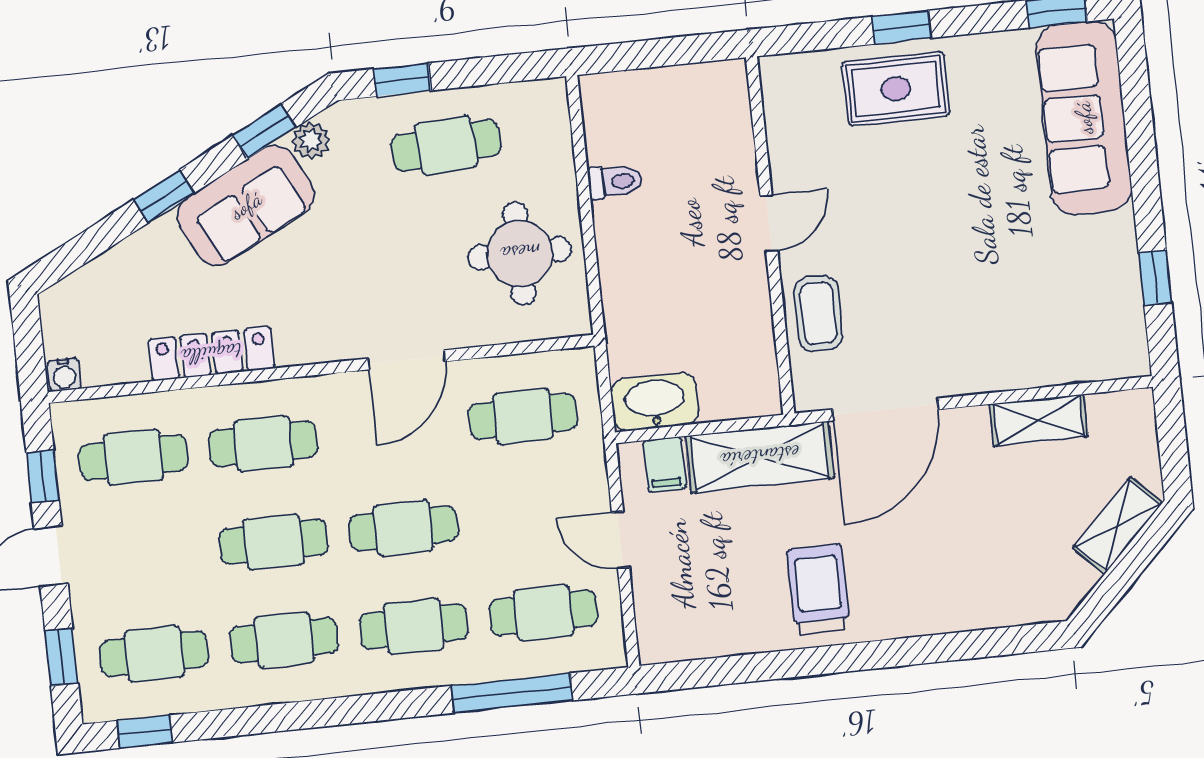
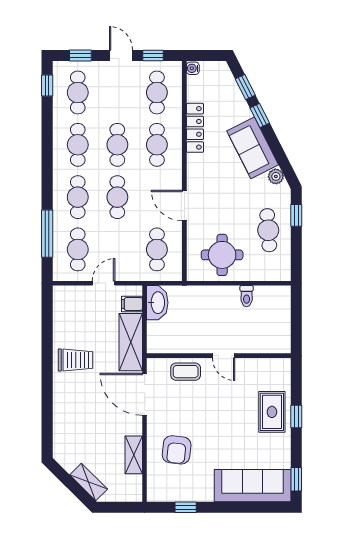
window: (264, 131) -> (245, 87), moved
armchair: (1015, 315) -> (177, 450), added

